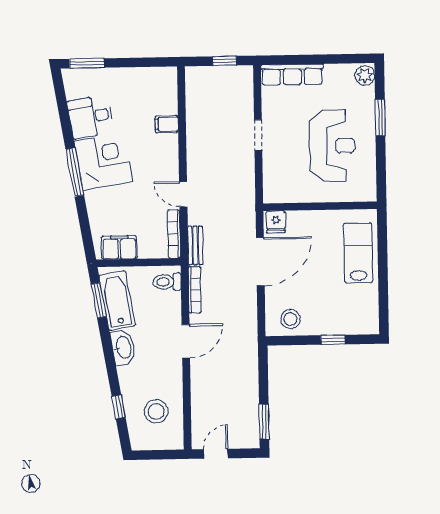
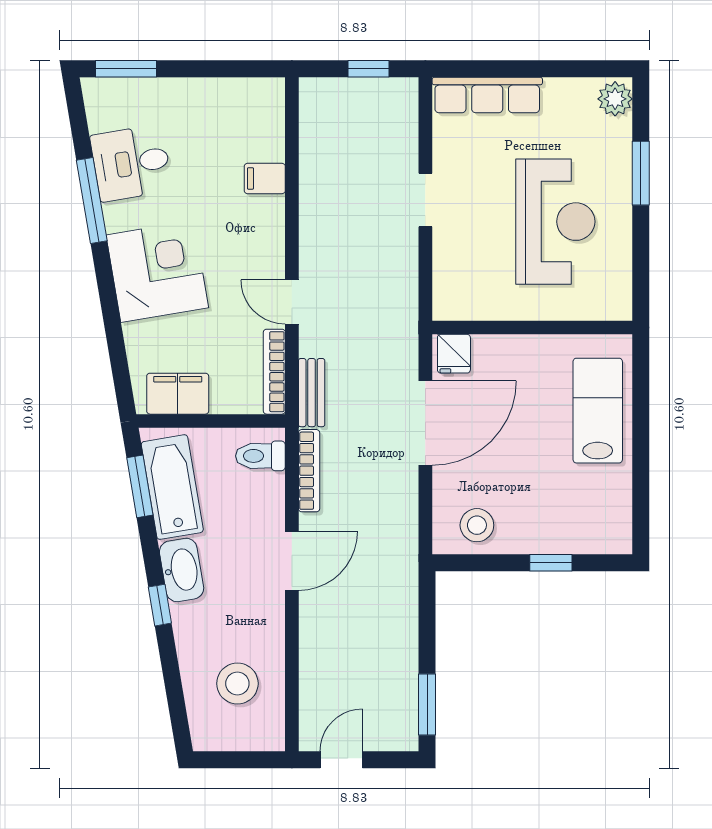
corner desk: (103, 161) -> (157, 271), moved
window: (75, 172) -> (92, 201), moved
window: (119, 407) -> (160, 605), moved

